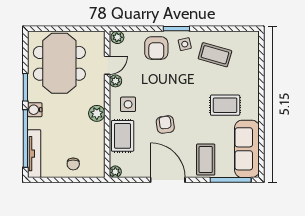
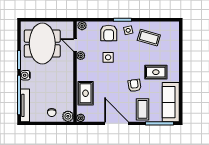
door: (107, 65) -> (75, 45), swing flipped
side table: (128, 104) -> (108, 57), moved
plant: (97, 113) -> (68, 116), moved
armchair: (165, 125) -> (134, 85), moved

